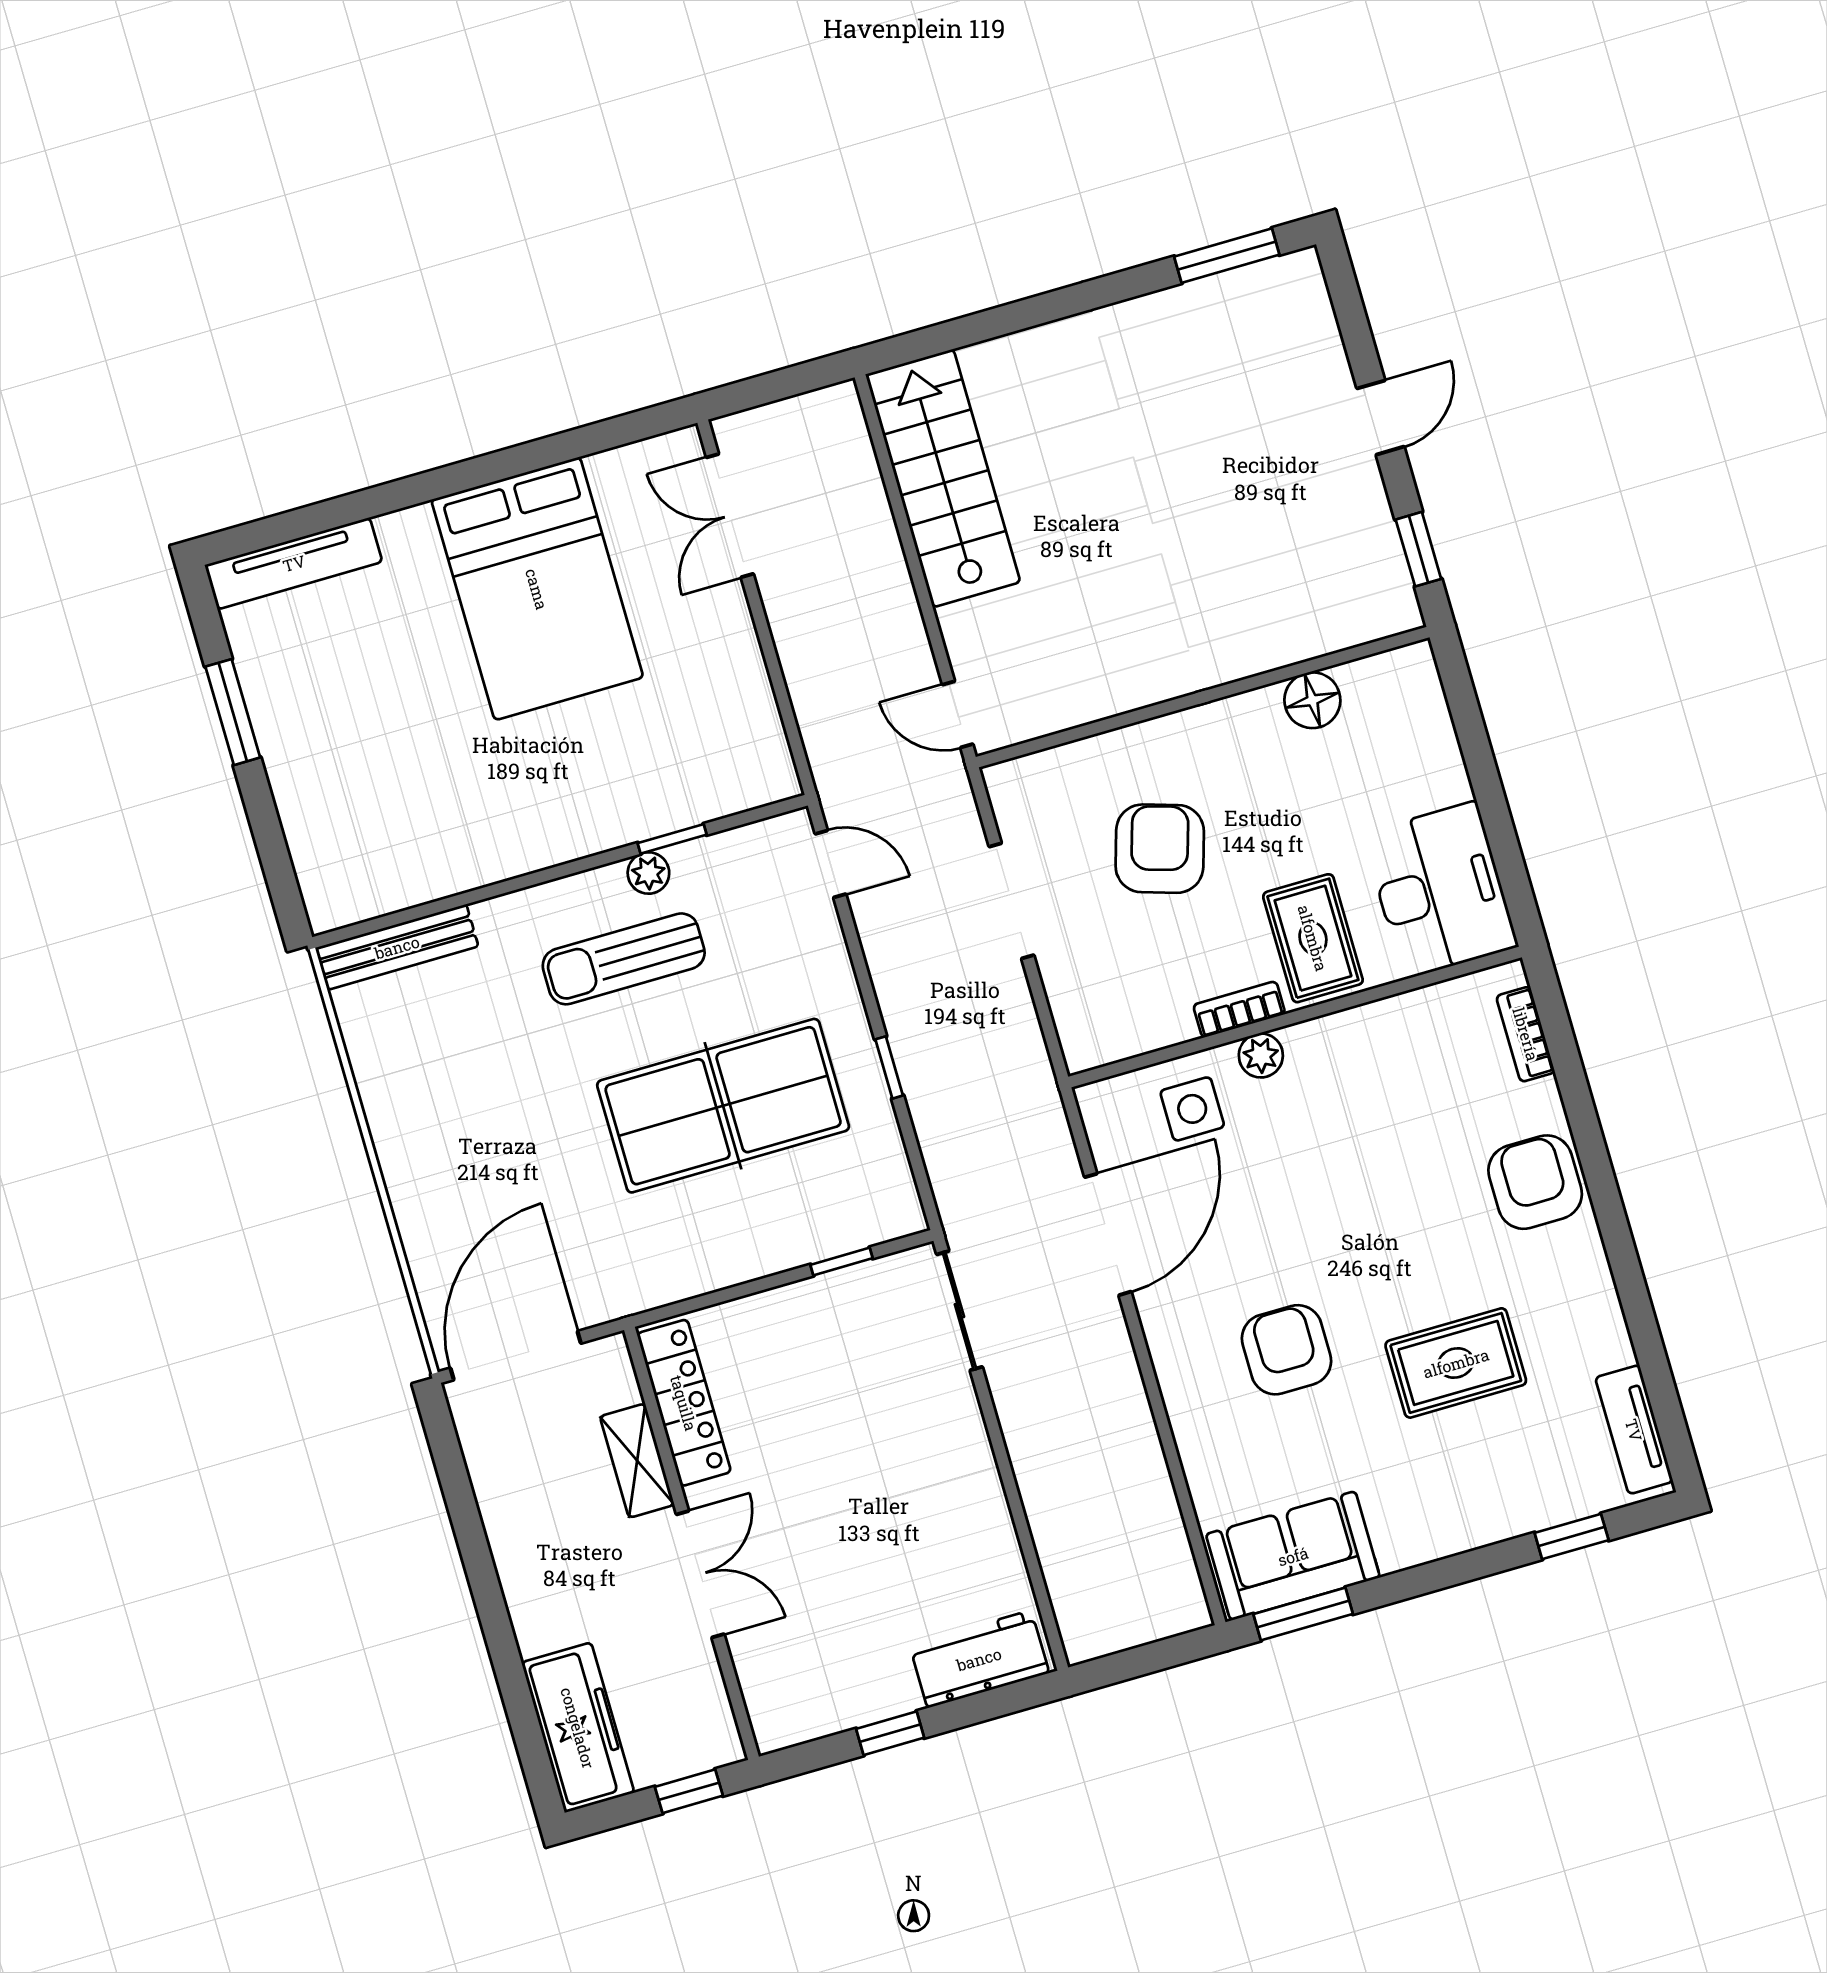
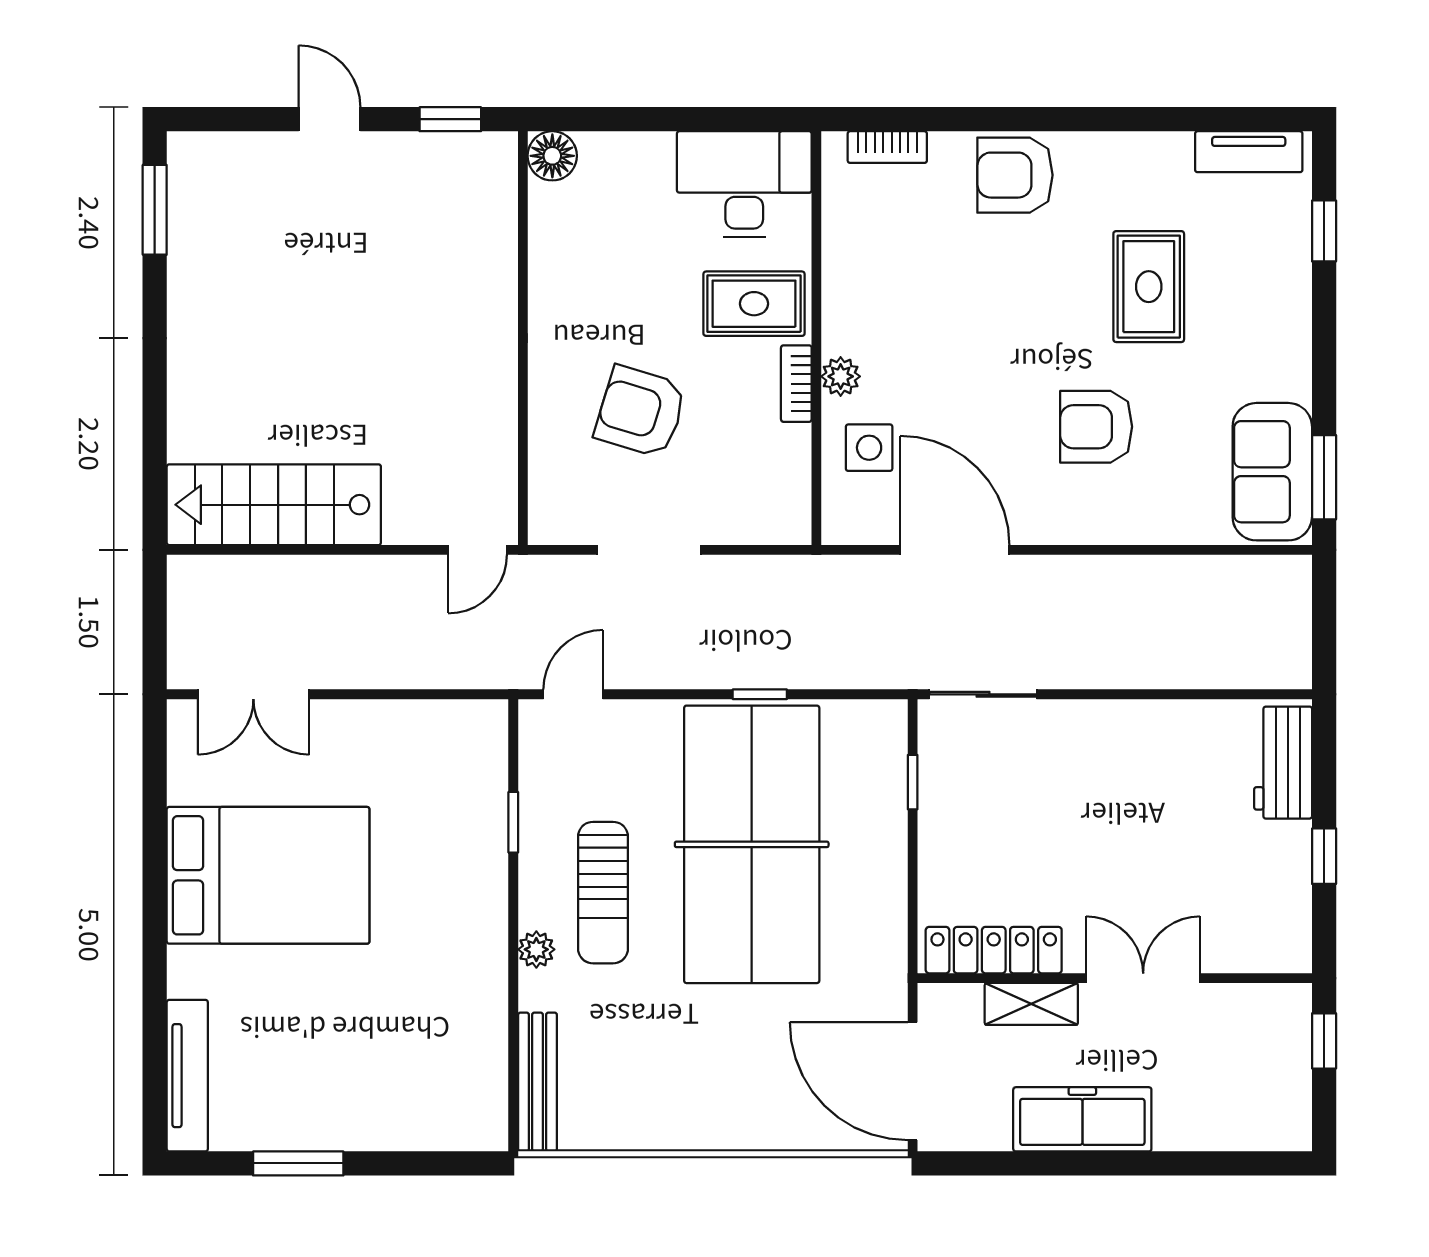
floor lamp: (1312, 700) -> (552, 156), moved
plant: (648, 873) -> (536, 949), moved
table tennis table: (723, 1106) -> (752, 844), width x1.36, depth x1.32
freezer: (578, 1728) -> (1082, 1119), moved

